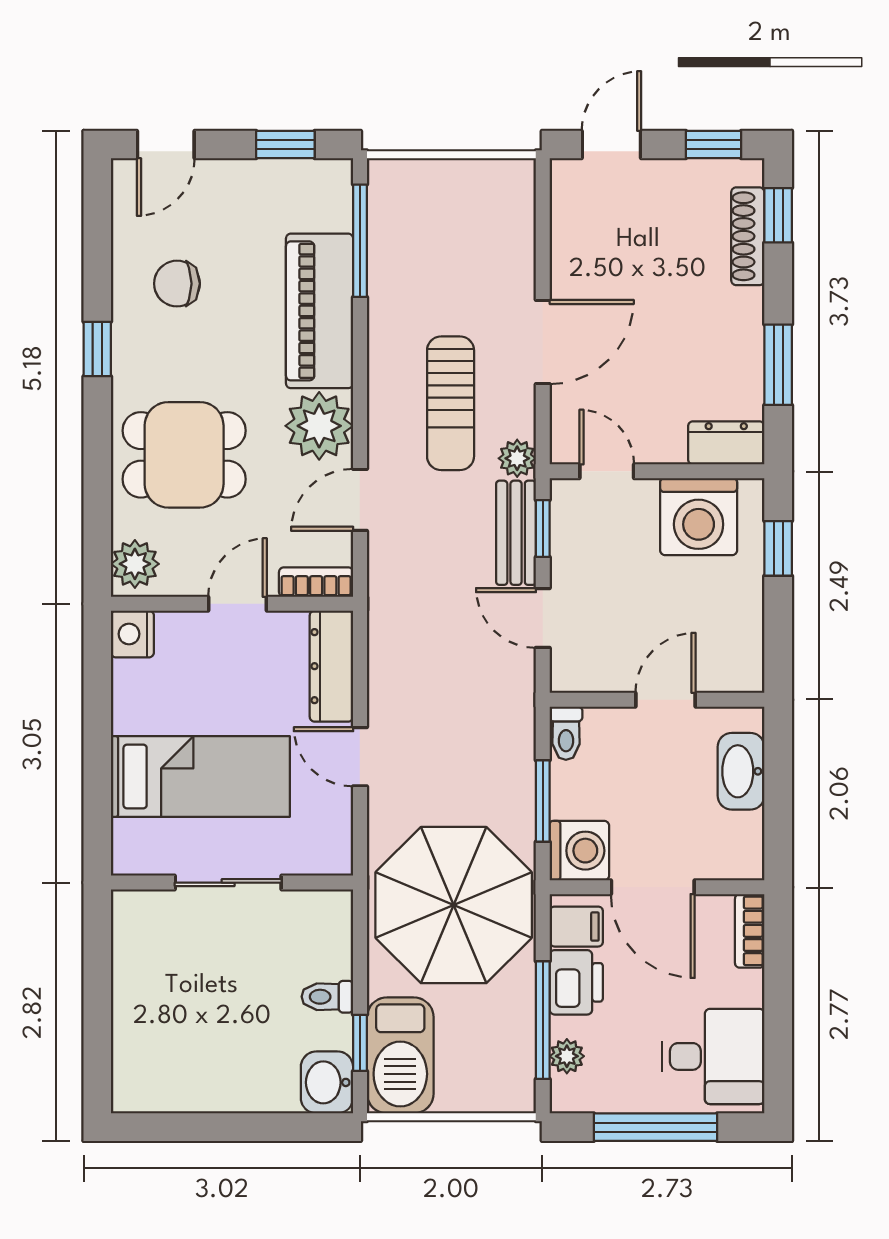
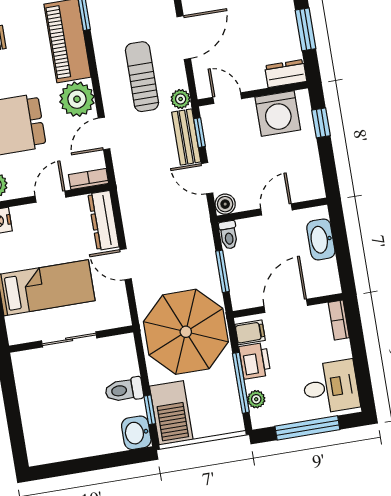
sun lounger: (451, 403) -> (142, 77), turned 180
boiler: (569, 673) -> (225, 204), added
washing machine: (579, 851) -> (245, 293), removed
door: (653, 887) -> (286, 306), swing flipped
toilet: (327, 997) -> (124, 390), width x1.37, depth x1.39

